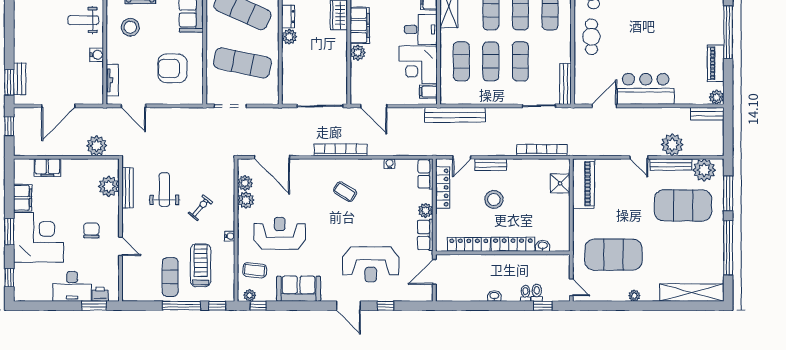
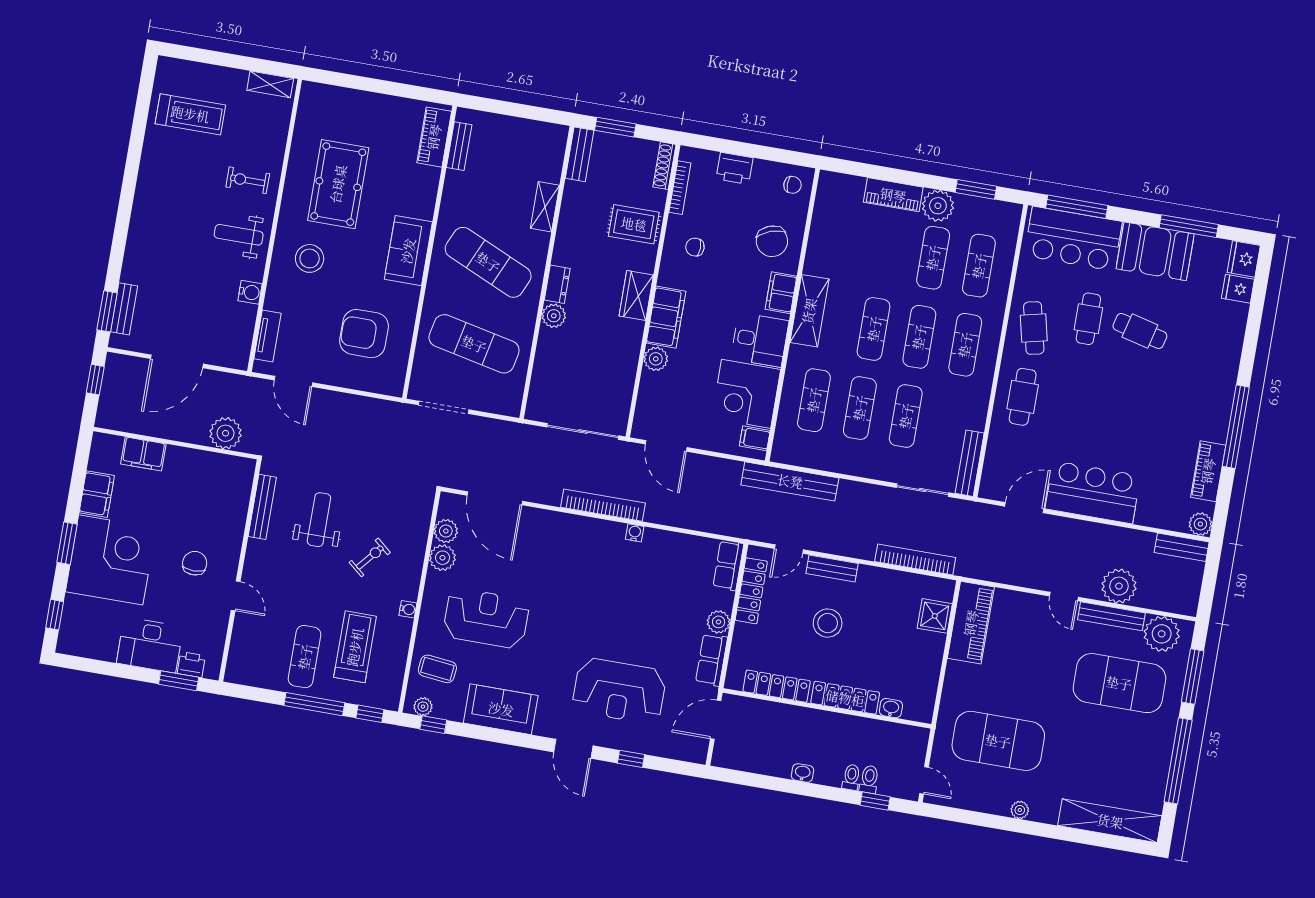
water cooler: (390, 164) -> (635, 533), moved
plant: (109, 186) -> (233, 500), removed
coffee table: (345, 192) -> (599, 571), removed

